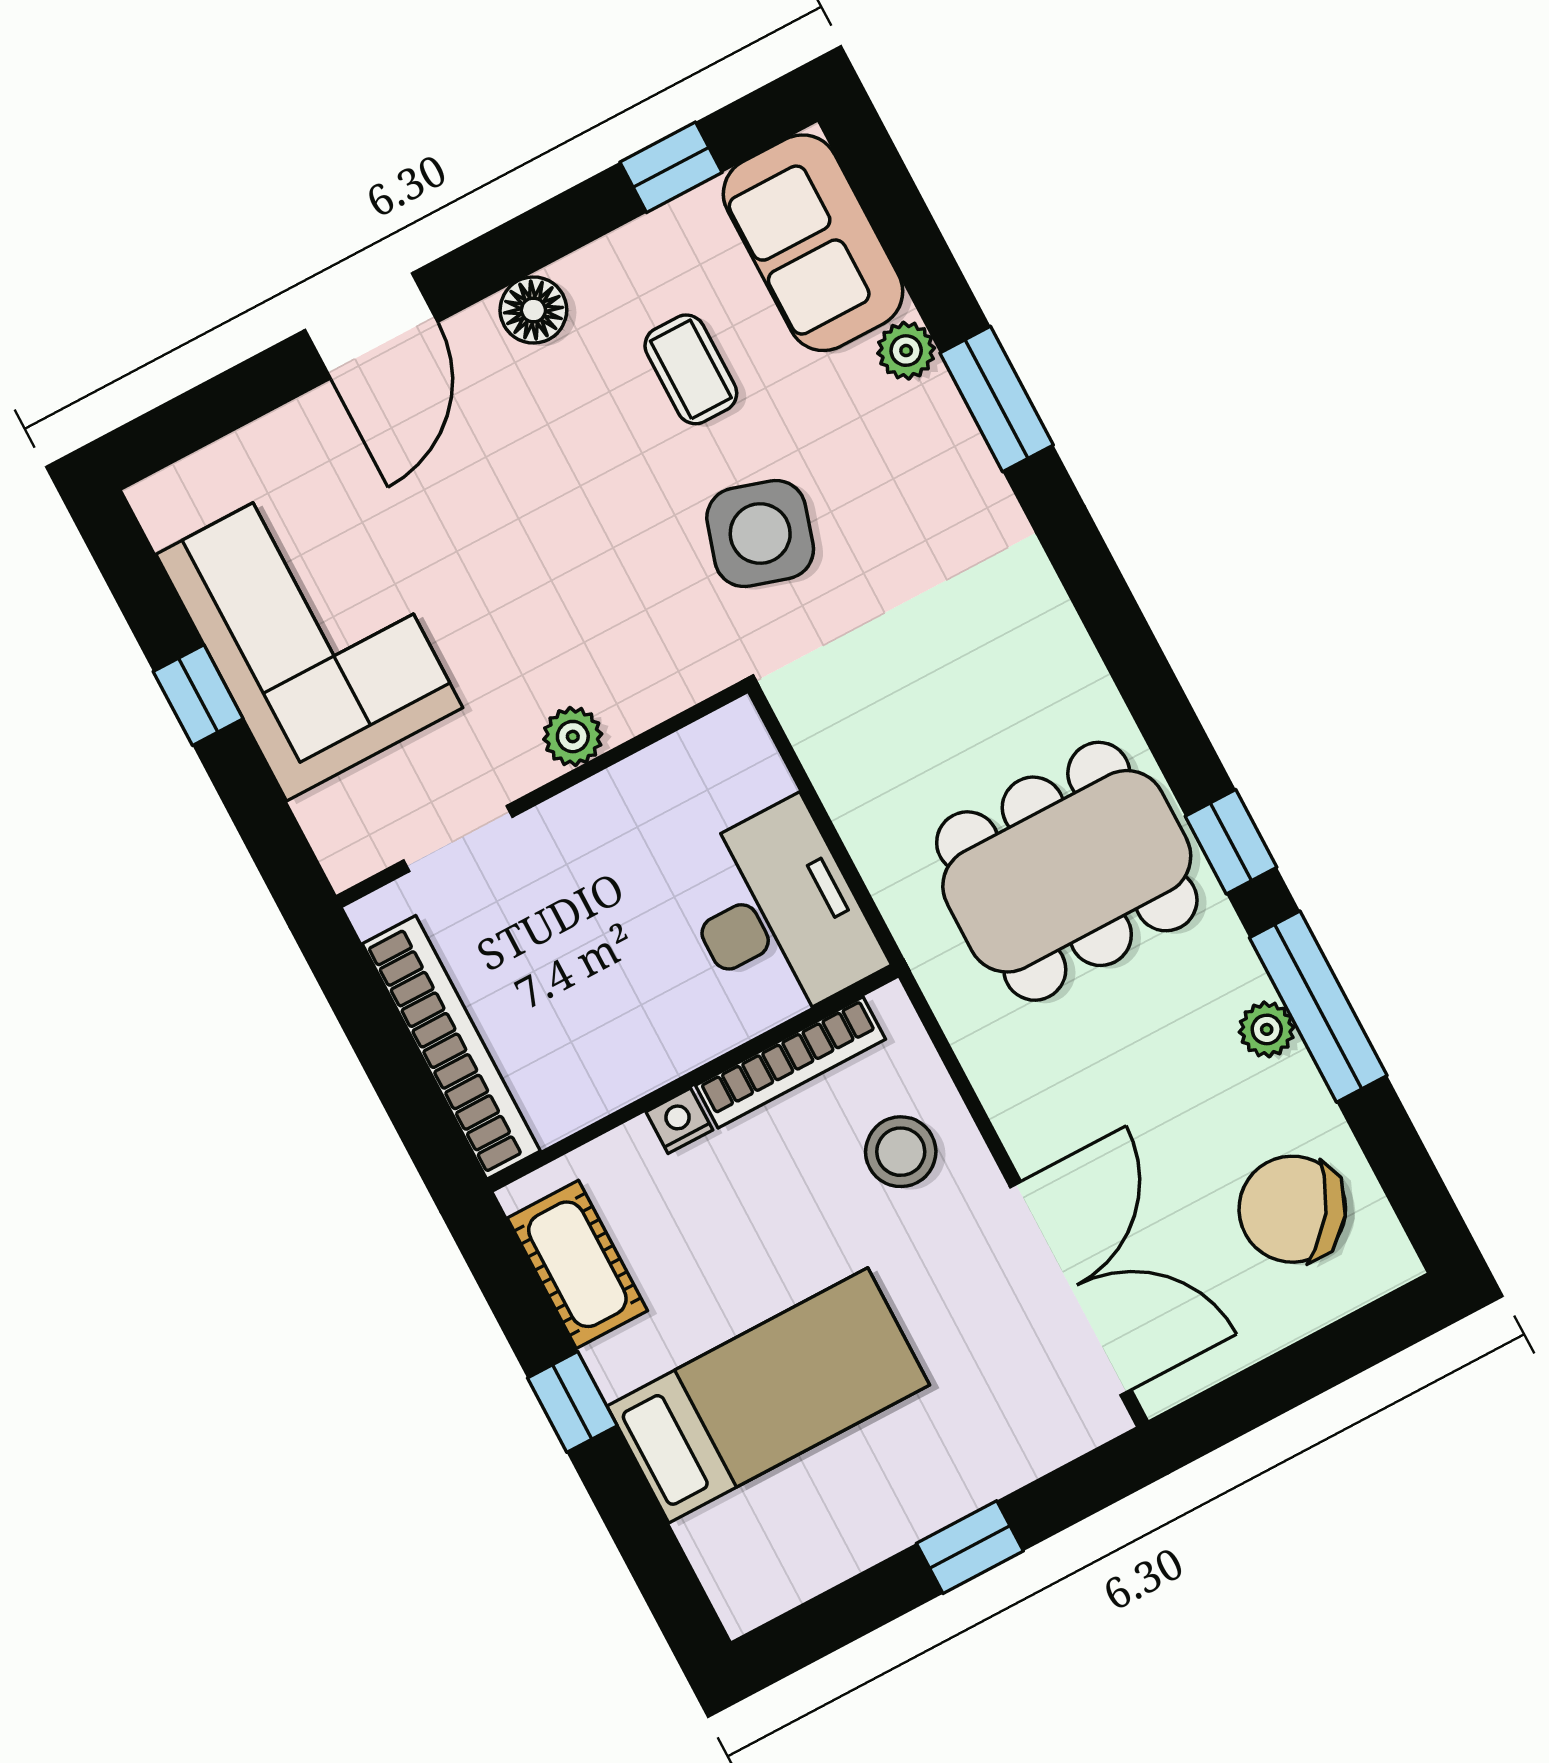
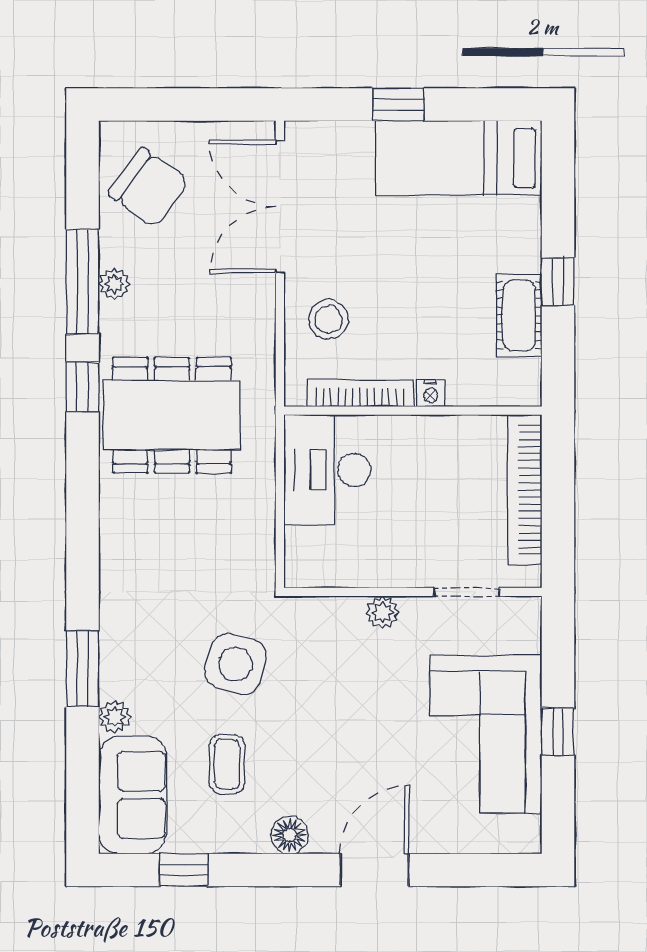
cot: (577, 1264) -> (519, 315), moved
bed: (768, 1395) -> (459, 158), moved

